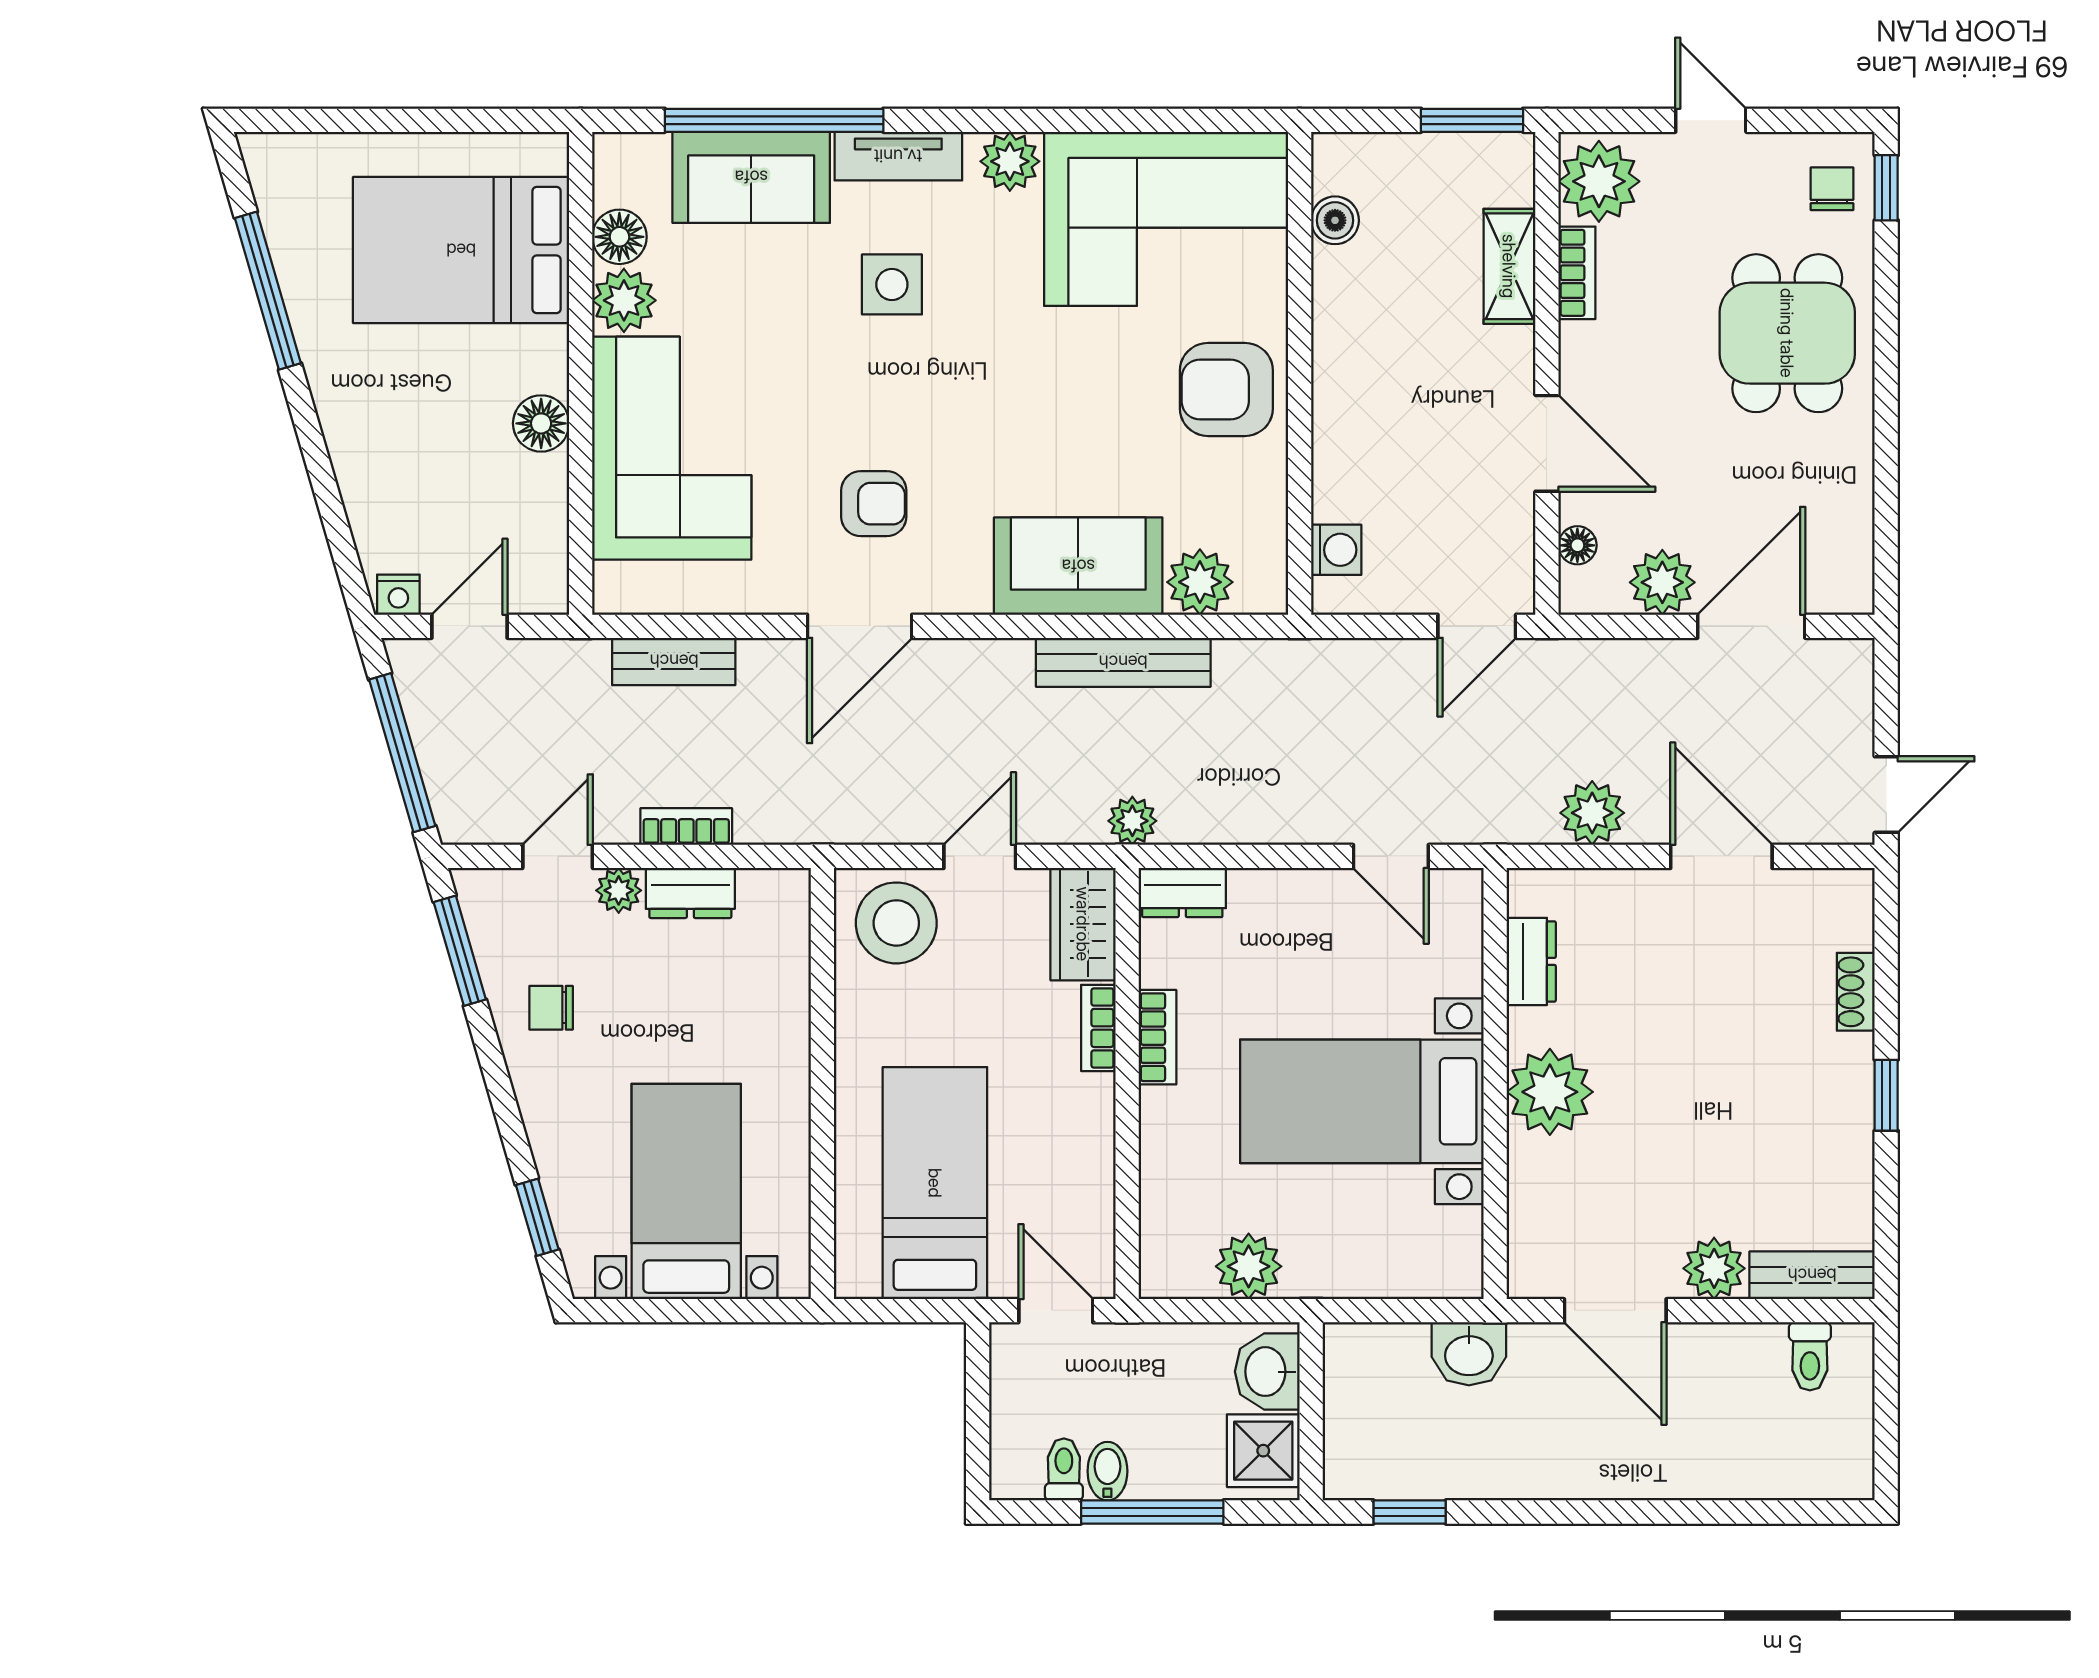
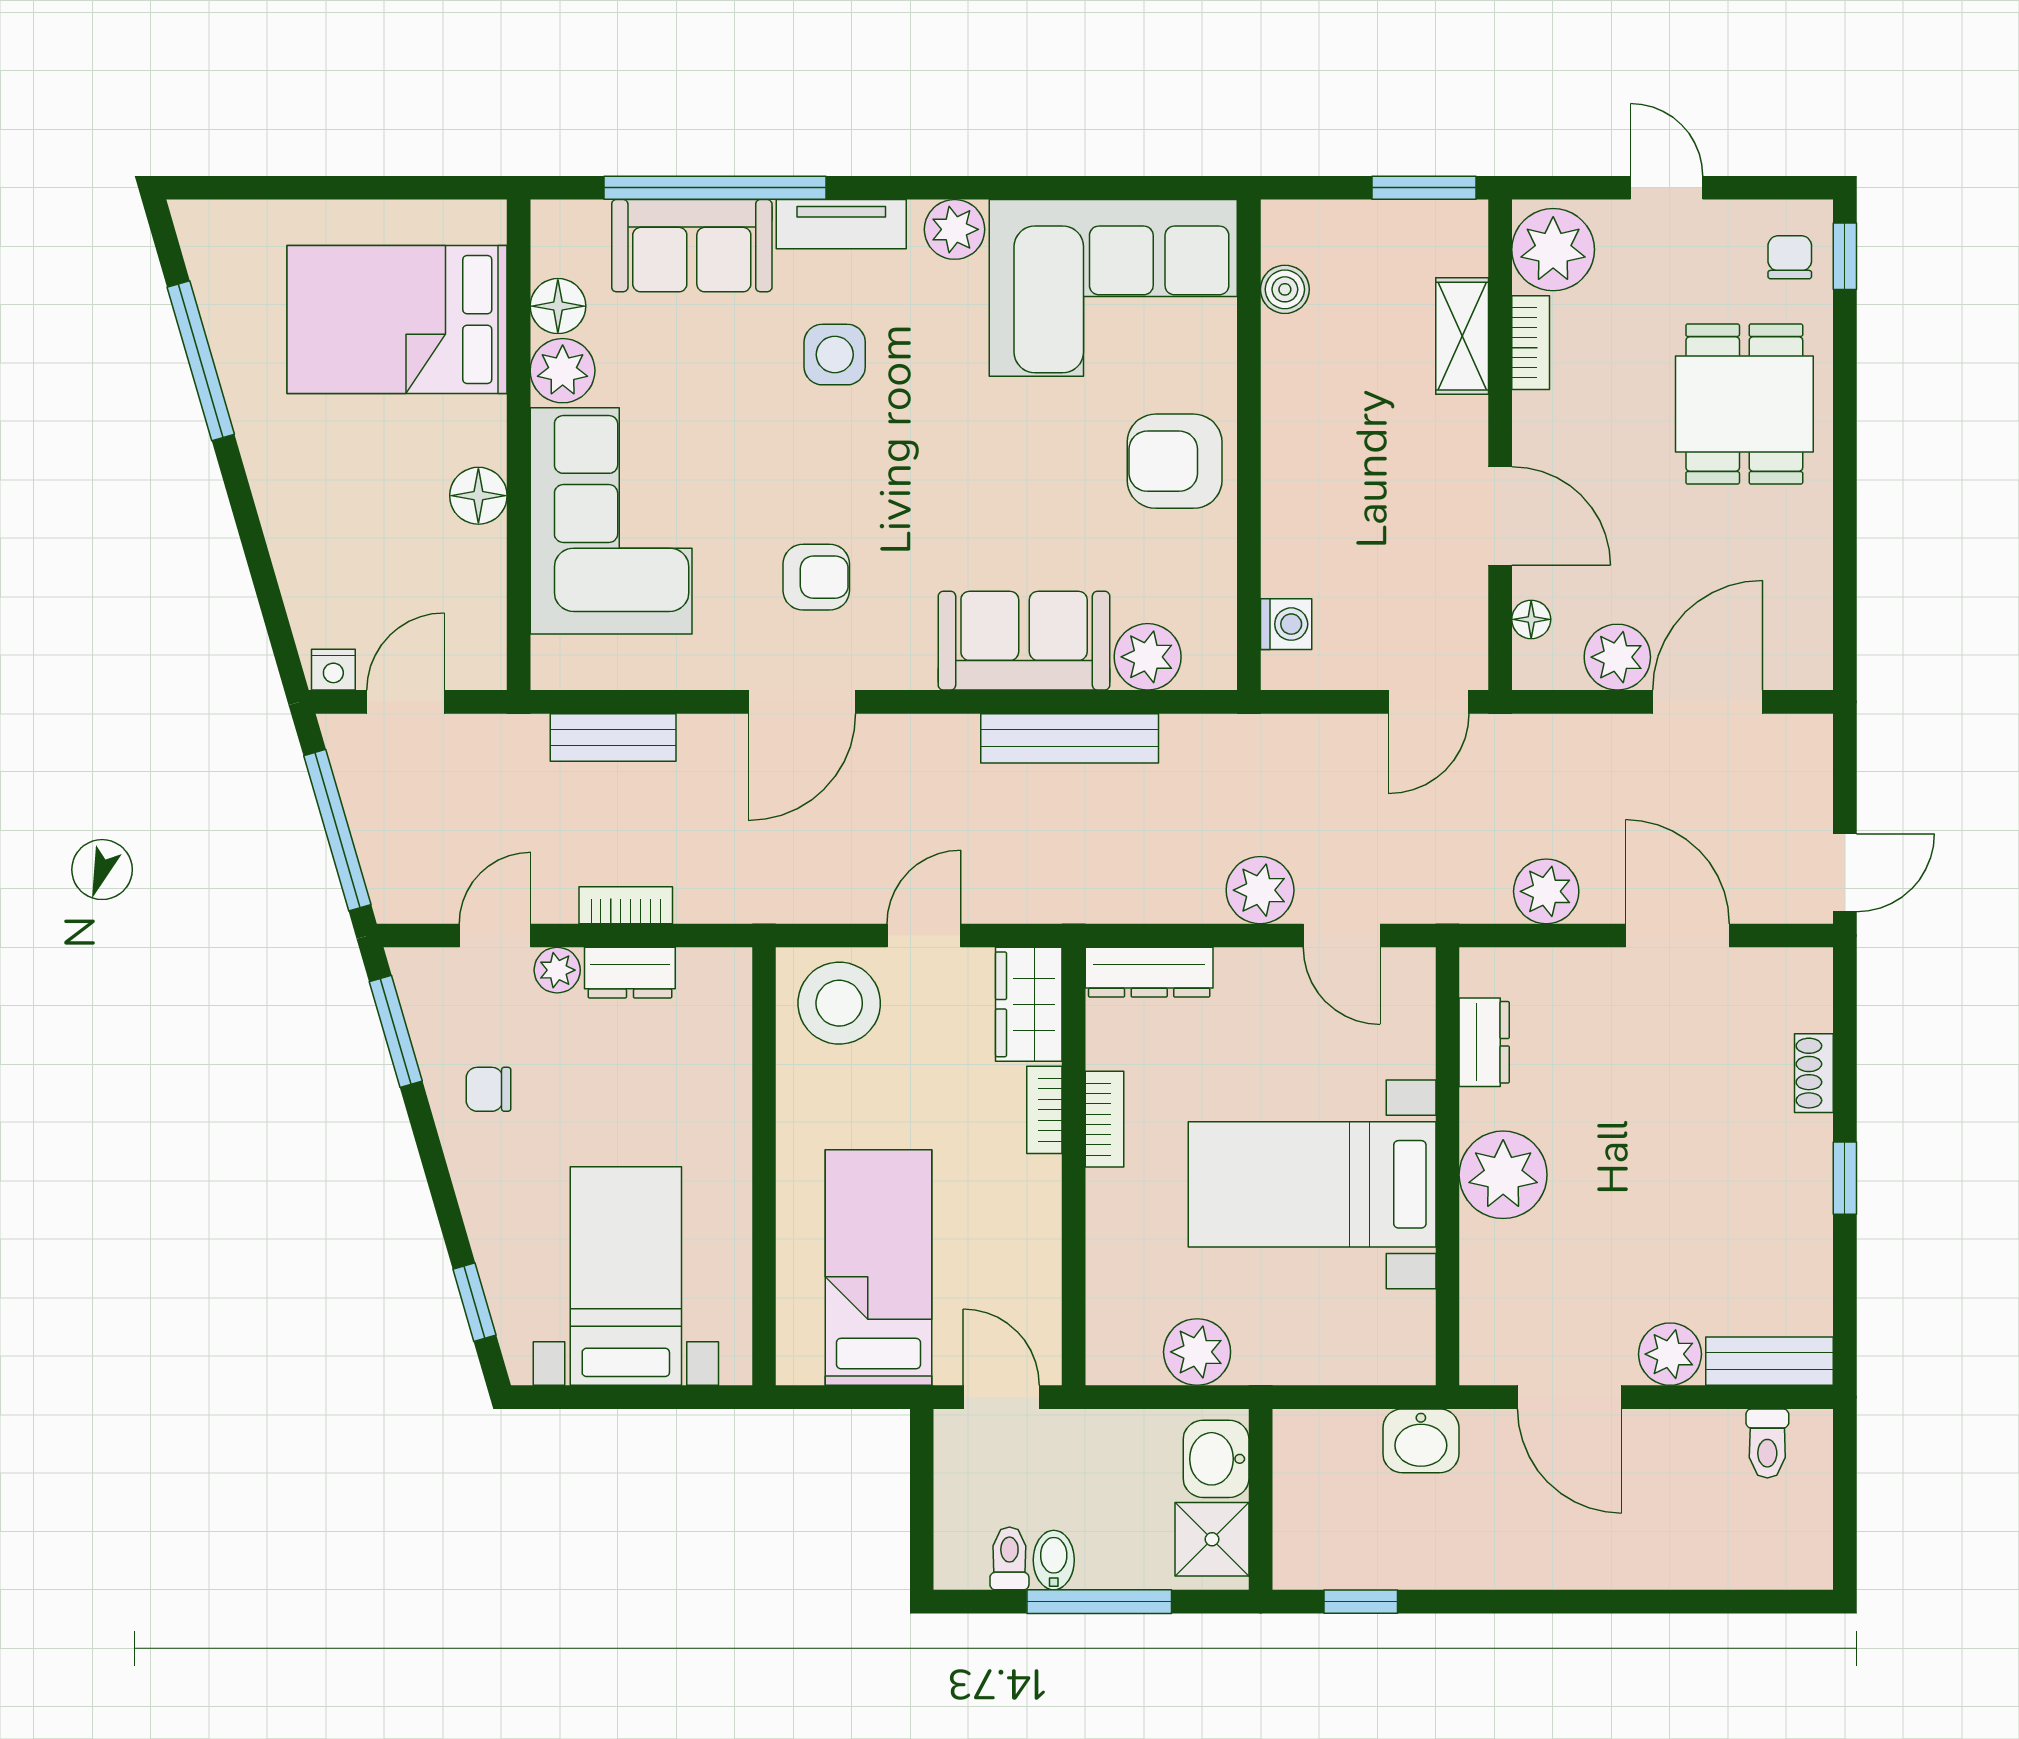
plant: (1132, 821) -> (1260, 890), moved, width x1.38, depth x1.38
dresser: (1182, 892) -> (1149, 972), width x1.44

